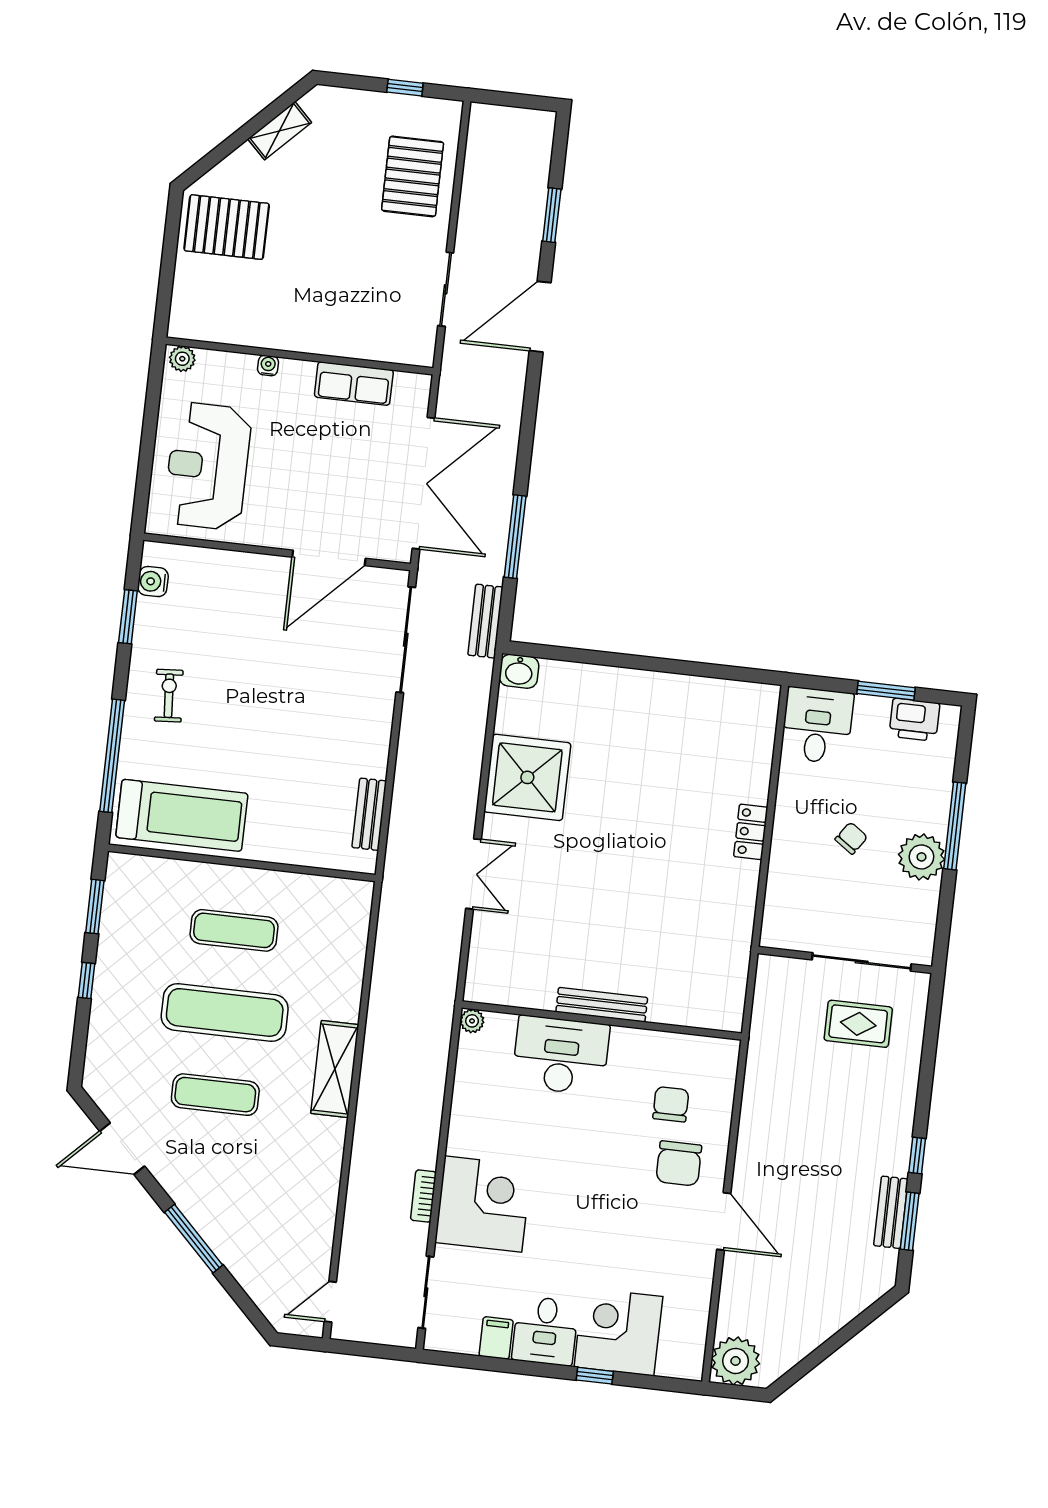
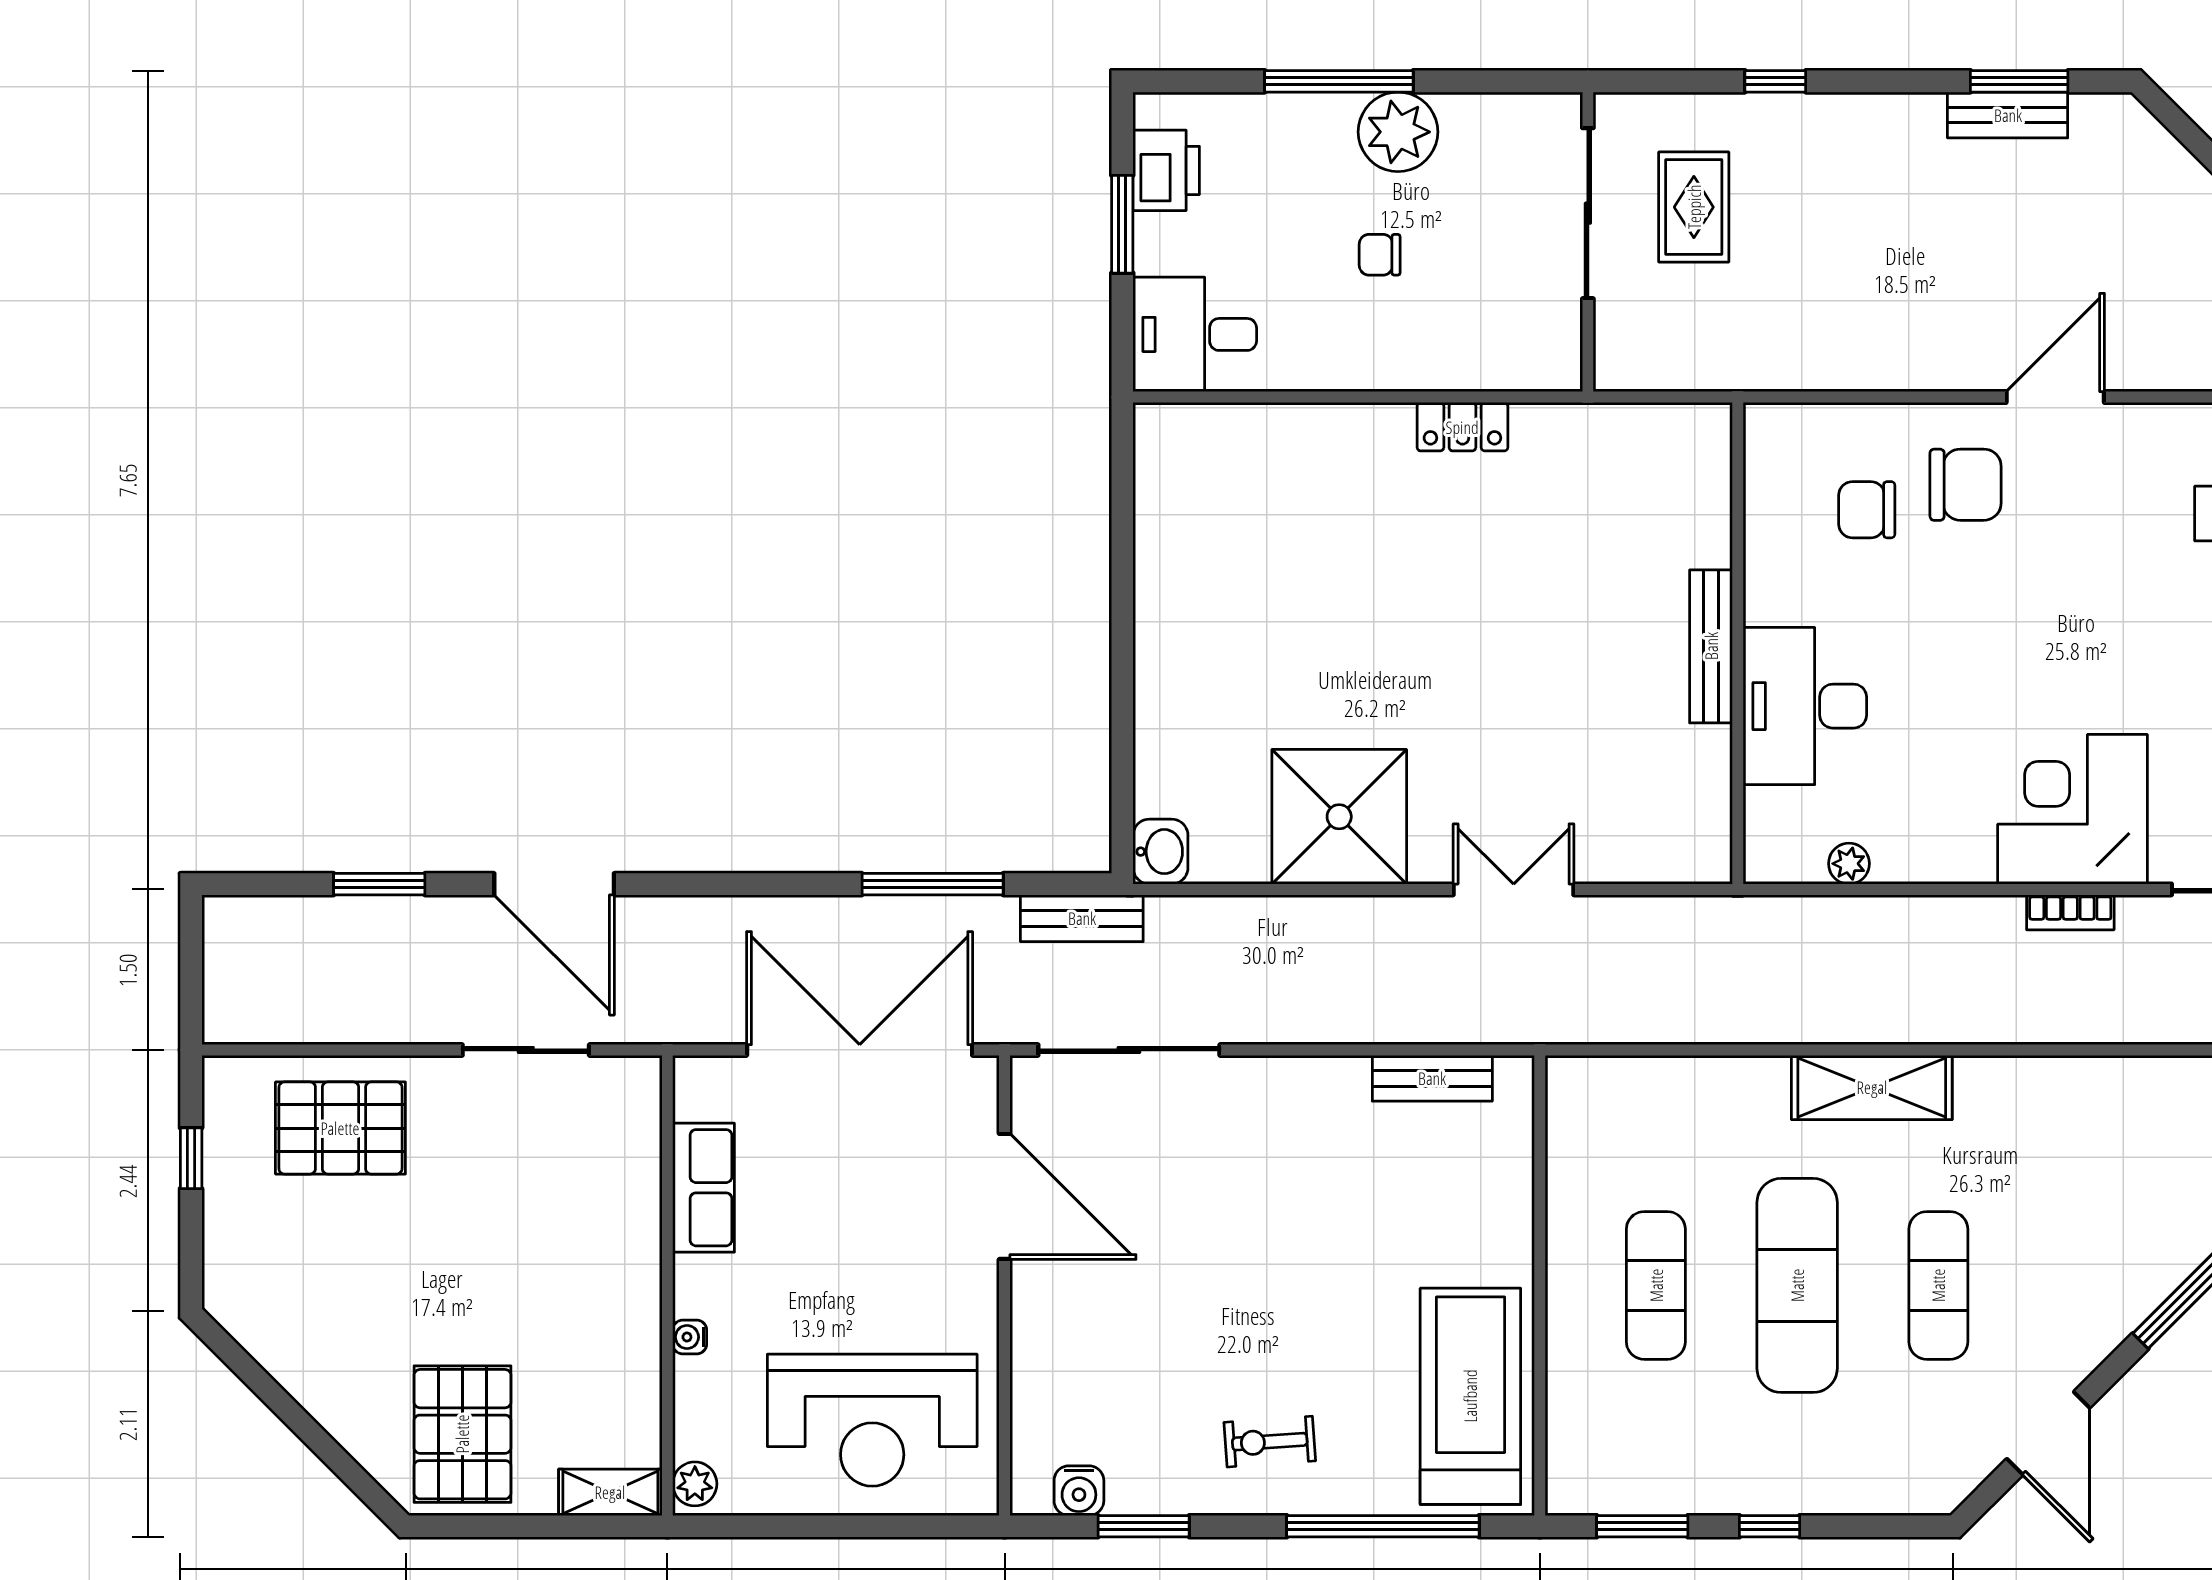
shelving: (280, 131) -> (610, 1492), moved, turned -45
locker: (751, 832) -> (1462, 427), moved
chair: (851, 838) -> (1380, 255), turned -35
plant: (472, 1021) -> (1849, 864), moved
window: (917, 1156) -> (1775, 81), moved

